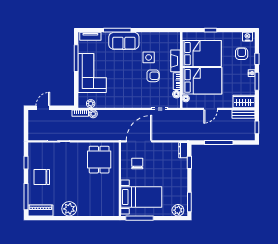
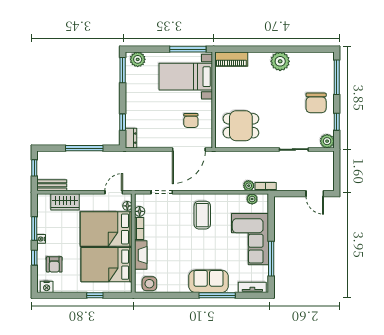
side table: (149, 57) -> (149, 284), moved
armchair: (153, 76) -> (170, 236), removed
coffee table: (129, 91) -> (202, 215), added
wardrobe: (244, 101) -> (65, 202), moved
door: (43, 108) -> (315, 194), hinge flipped
door: (211, 109) -> (114, 192), moved
plant: (33, 148) -> (327, 141), added
dining table: (99, 160) -> (241, 126), turned 90
chair: (42, 177) -> (316, 103), turned 90
piano: (41, 210) -> (231, 59), moved

